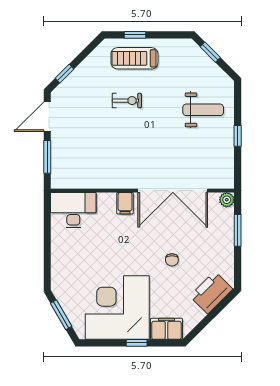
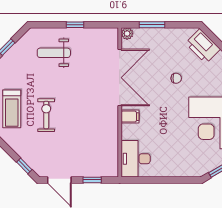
exercise bike: (127, 101) -> (46, 115), width x1.38, depth x1.39
weight bench: (203, 110) -> (54, 53), turned -90
window: (47, 157) -> (92, 180), width x0.67

